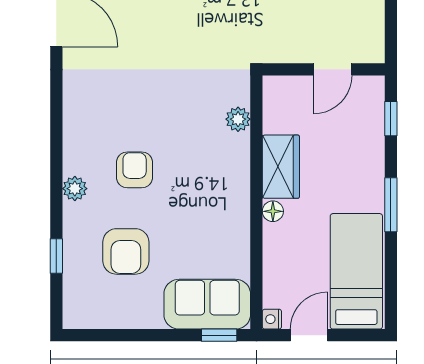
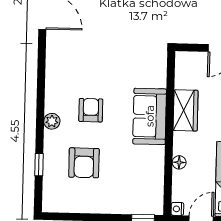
plant: (238, 119) -> (159, 79), removed
floor lamp: (273, 211) -> (179, 162), moved
sofa: (207, 304) -> (150, 116), moved, turned -90

